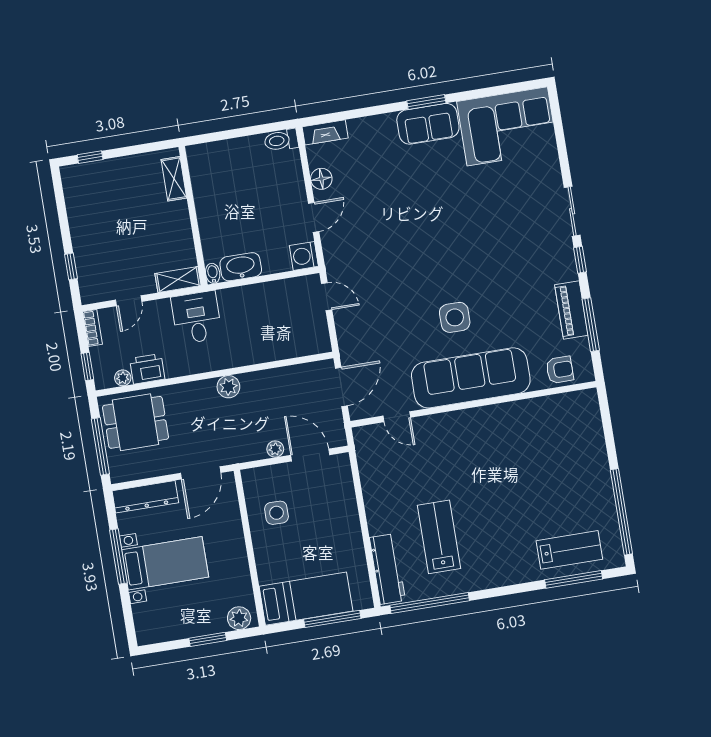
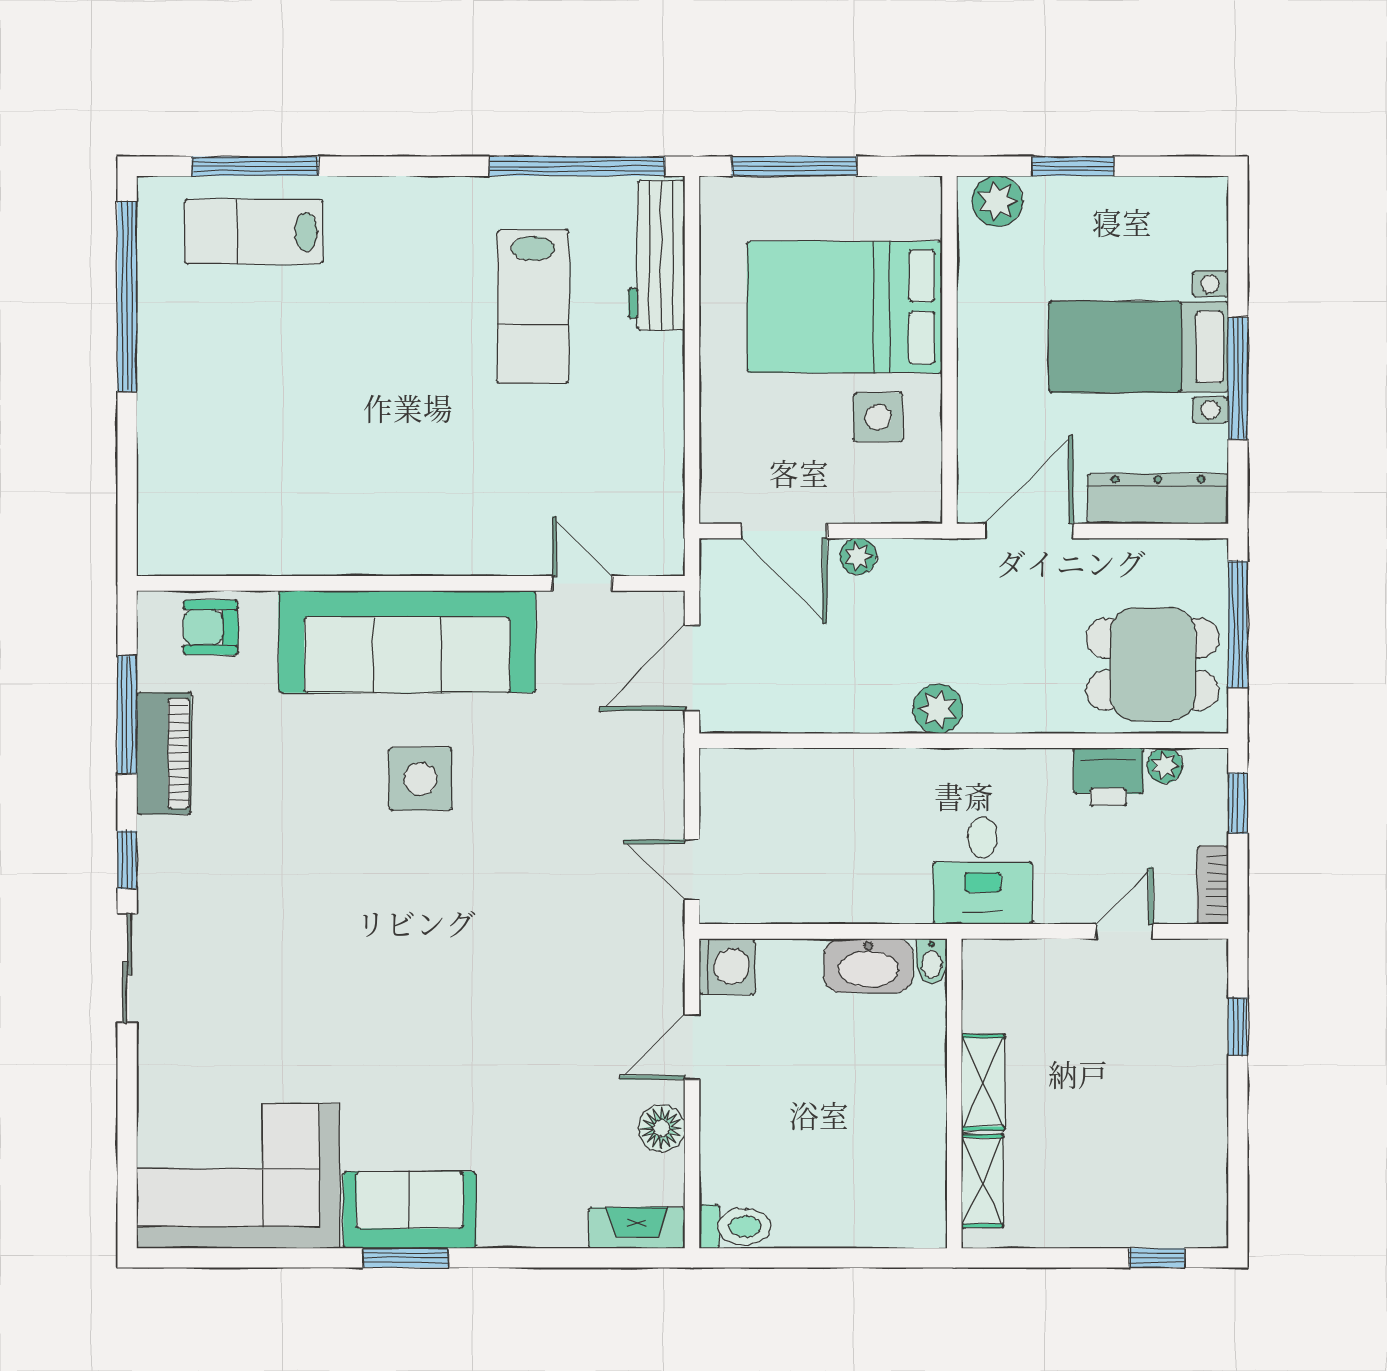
shelving: (178, 279) -> (983, 1082), moved, turned 90
bed: (306, 599) -> (845, 307), moved, width x1.50

